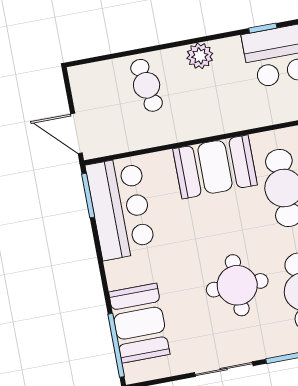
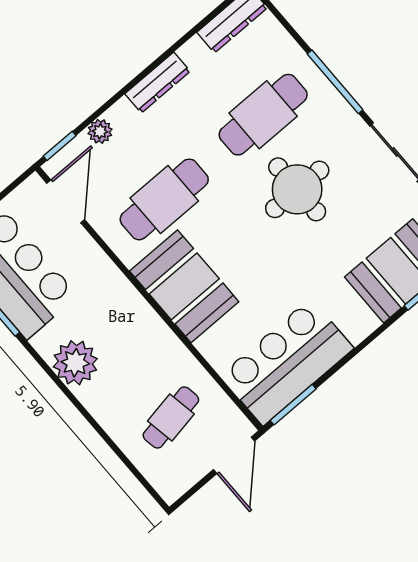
plant: (200, 56) -> (75, 363), width x1.36, depth x1.36
cafe table: (147, 85) -> (171, 417), moved

